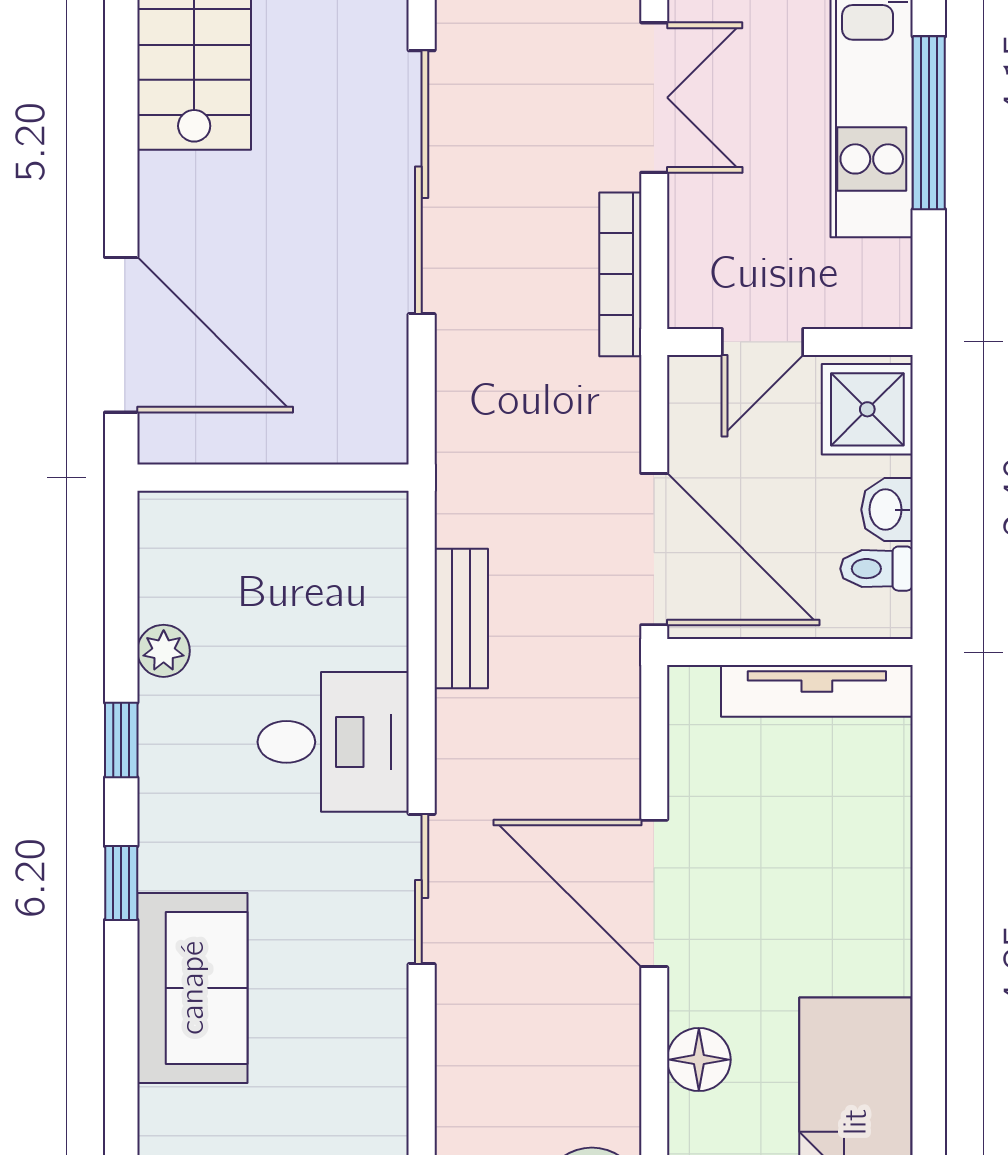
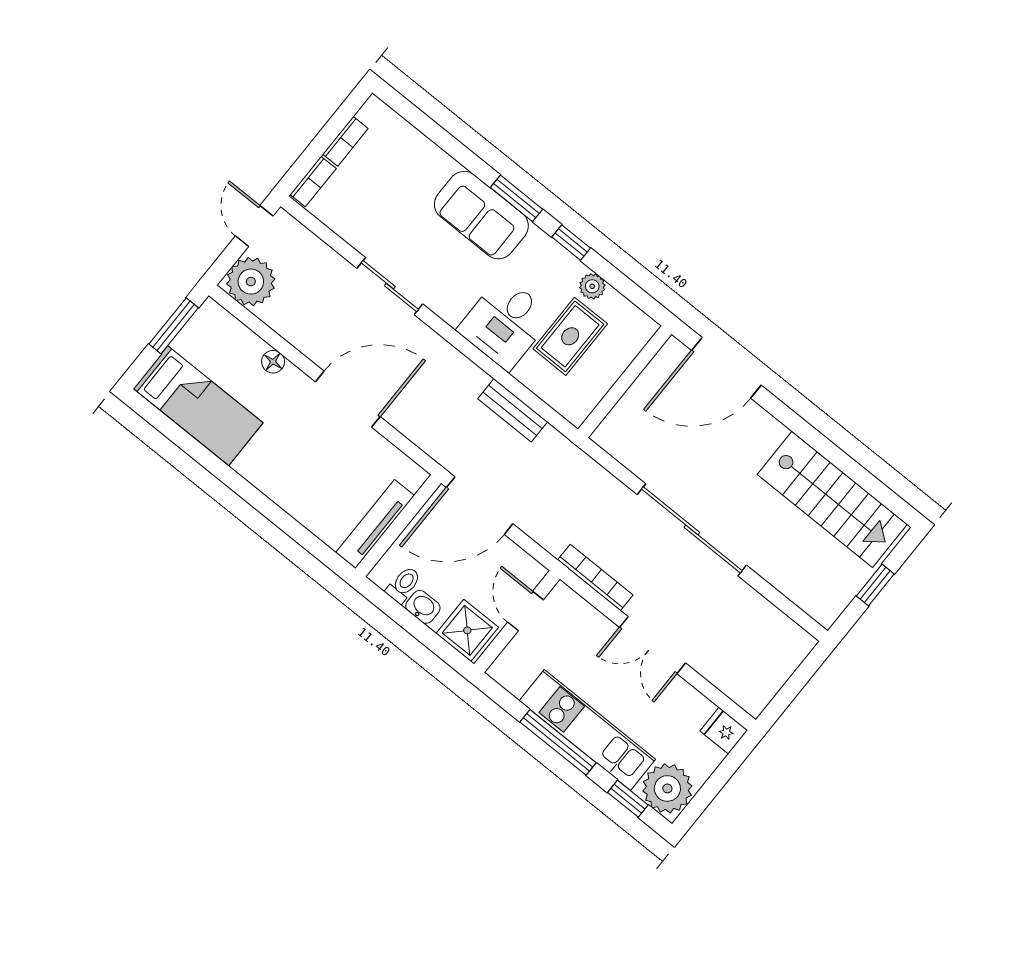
rug: (271, 622) -> (570, 336), added
window: (121, 883) -> (516, 198), width x1.50
sliding door: (422, 889) -> (390, 286), moved
sofa: (192, 988) -> (481, 215), moved
floor lamp: (699, 1060) -> (273, 362), width x0.73, depth x0.73

